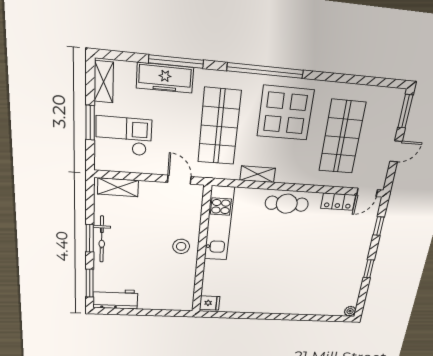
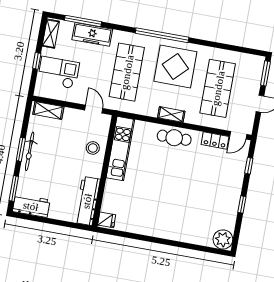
window: (176, 62) -> (83, 21), moved
window: (90, 123) -> (37, 61), width x0.67
shelving: (258, 174) -> (171, 114), moved
stool: (181, 246) -> (93, 148), moved
workbench: (184, 286) -> (87, 201), added
plant: (350, 311) -> (223, 239), width x1.88, depth x1.88

